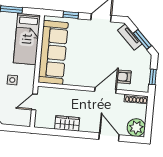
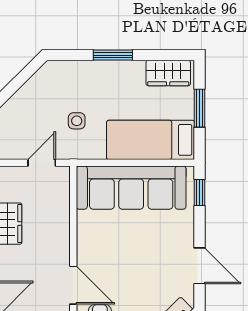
window: (71, 15) -> (200, 192), moved
door: (34, 102) -> (42, 163), hinge flipped

